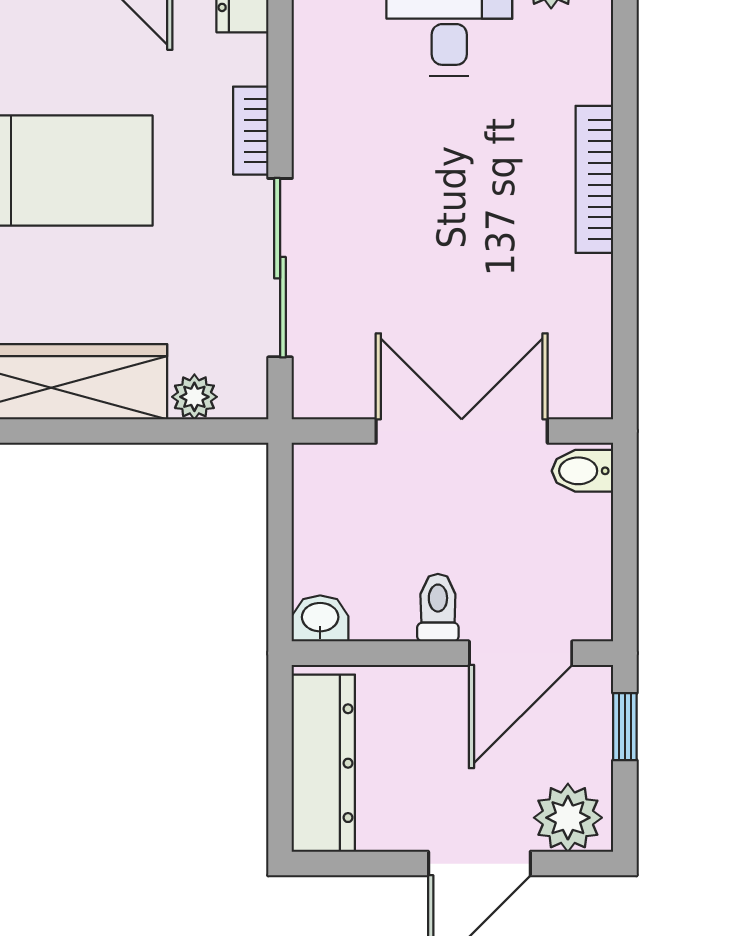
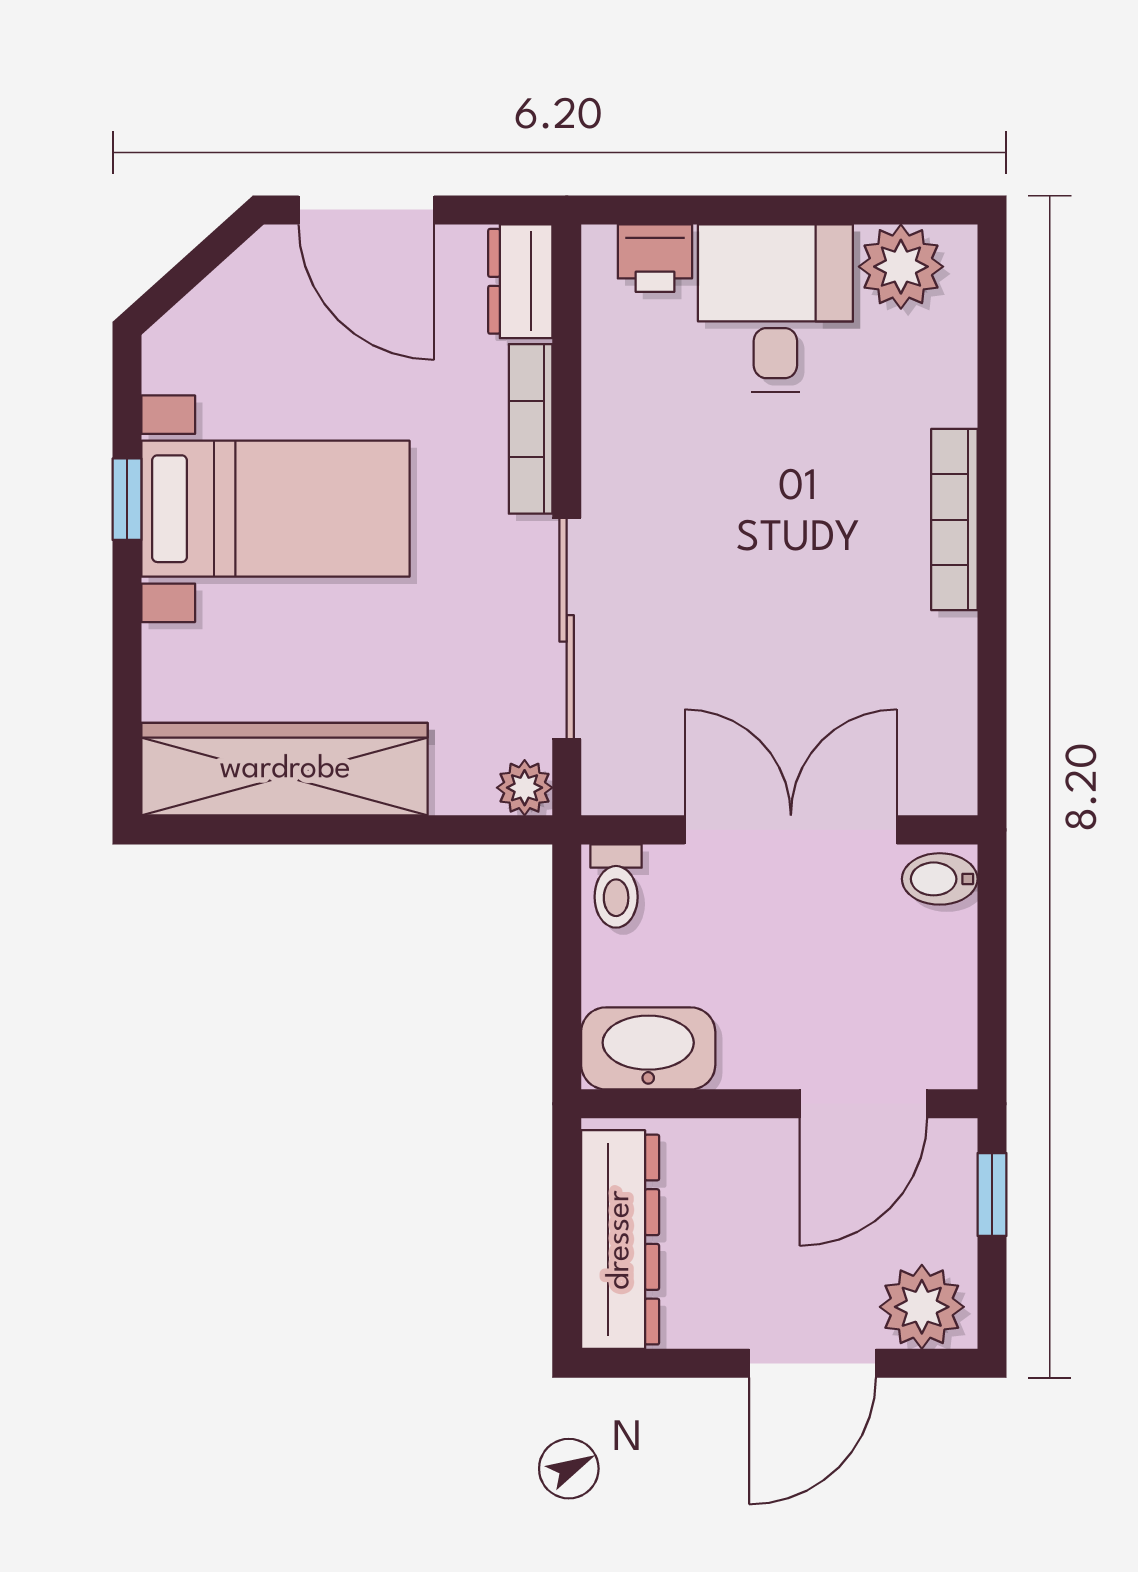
bookcase: (251, 131) -> (531, 429), width x1.56
plant: (194, 397) -> (525, 788), moved
toilet: (438, 608) -> (616, 886), moved, turned 180
washbasin: (320, 618) -> (648, 1048), width x1.91, depth x1.45

